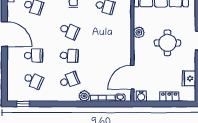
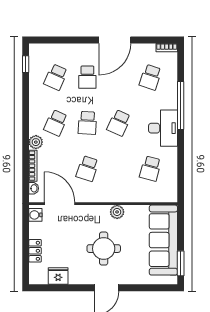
school desk: (105, 56) -> (87, 169), added
school desk: (69, 80) -> (56, 123), turned 45

